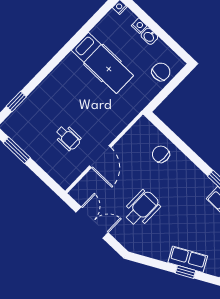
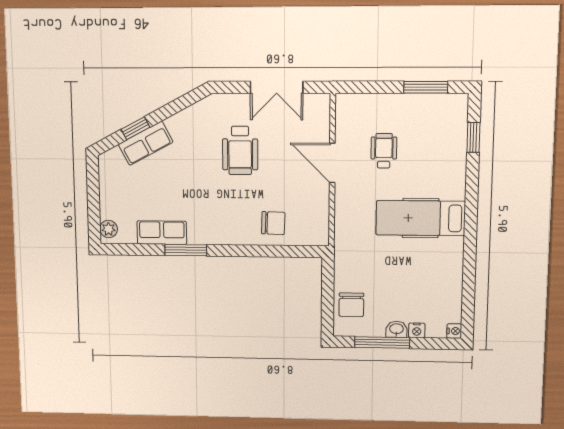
window: (164, 36) -> (382, 342), added
hospital bed: (102, 63) -> (421, 218), moved
wheelchair: (68, 138) -> (384, 151), turned 90

